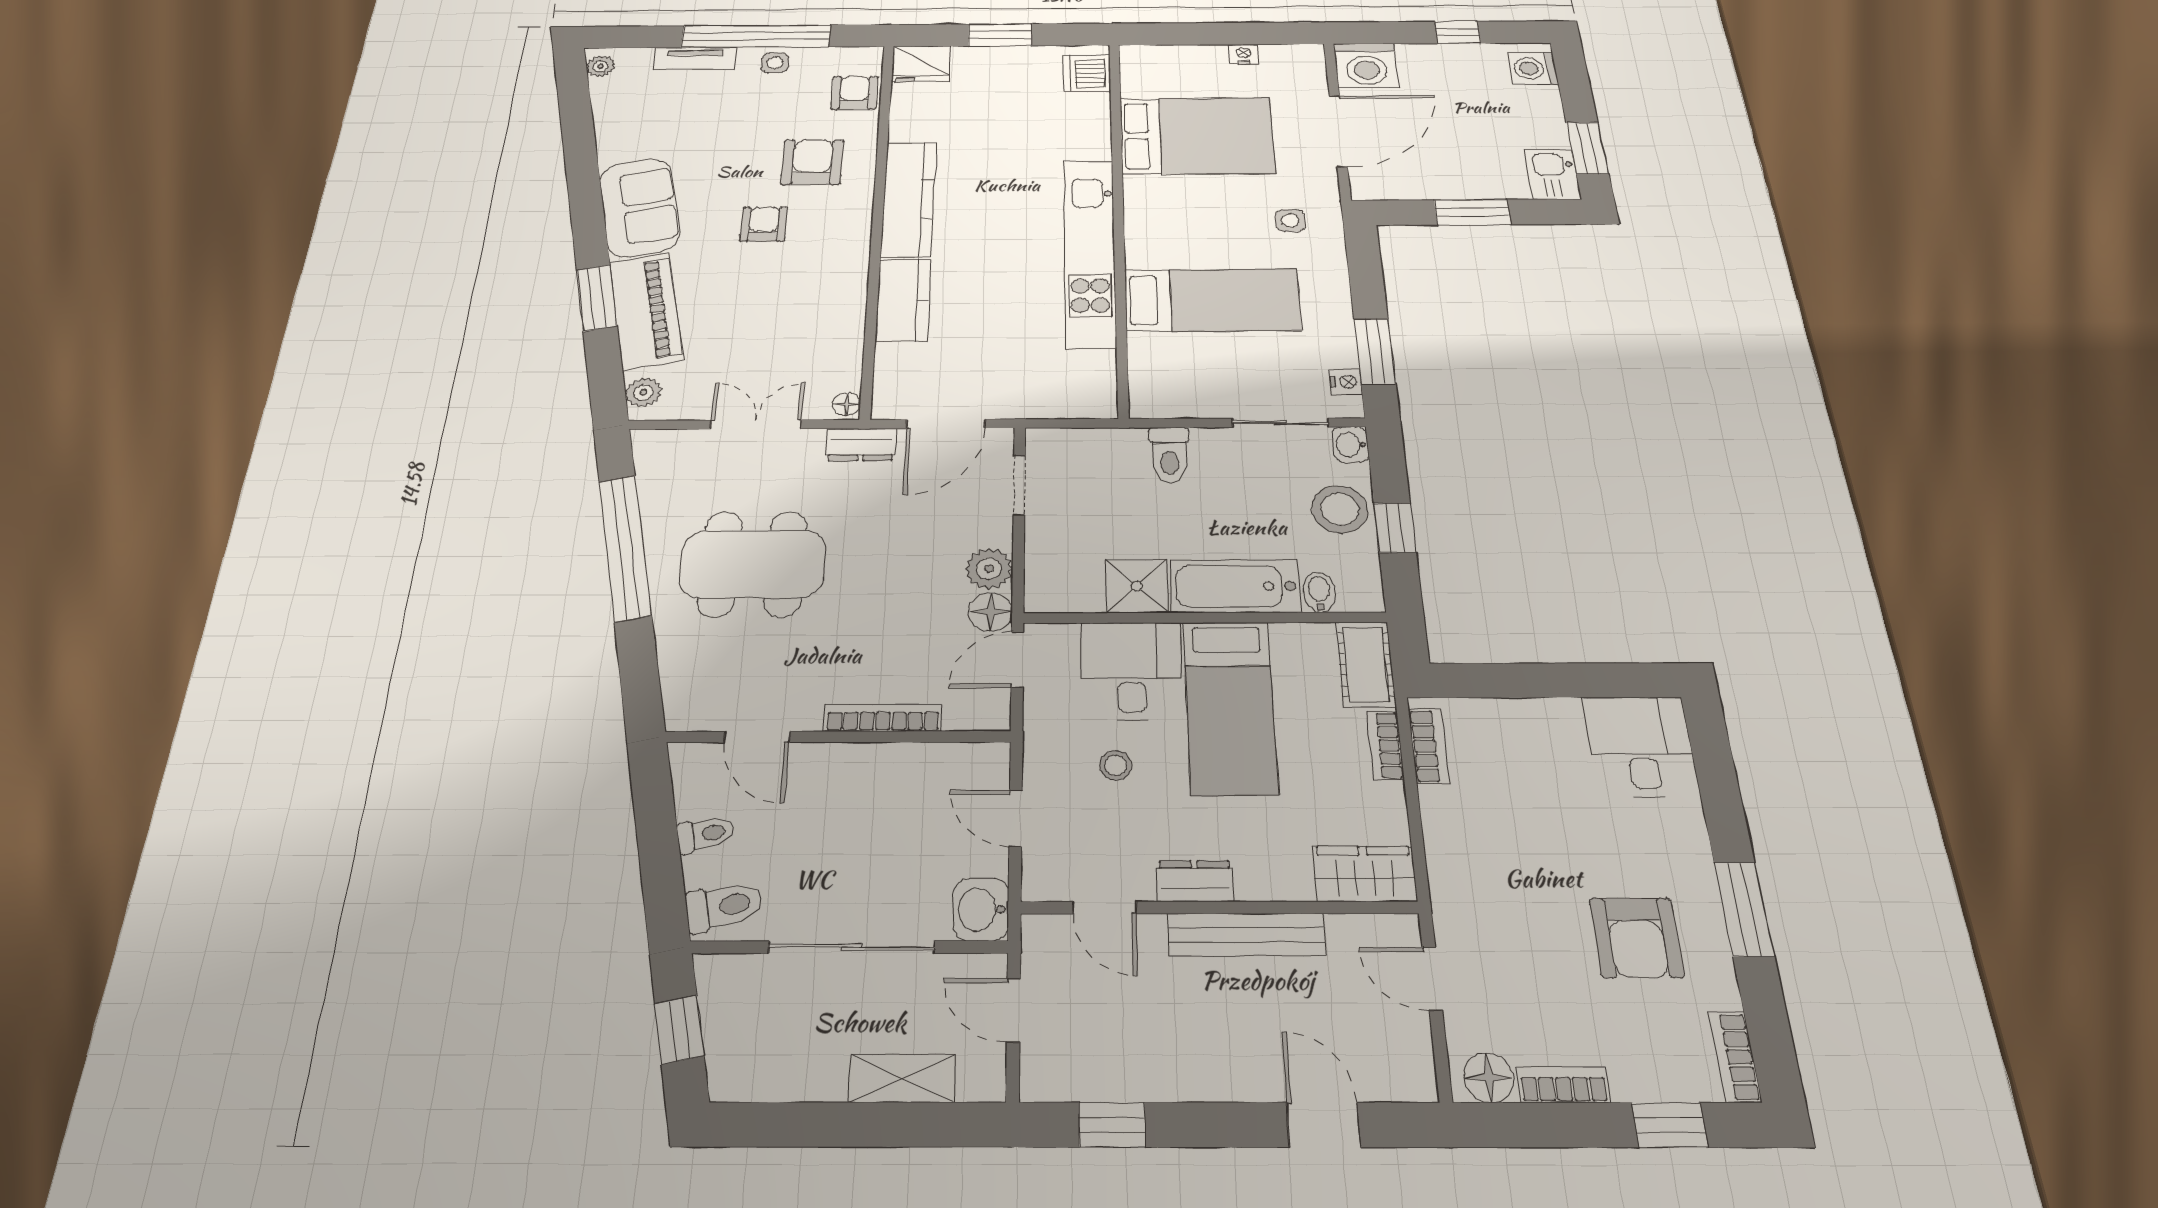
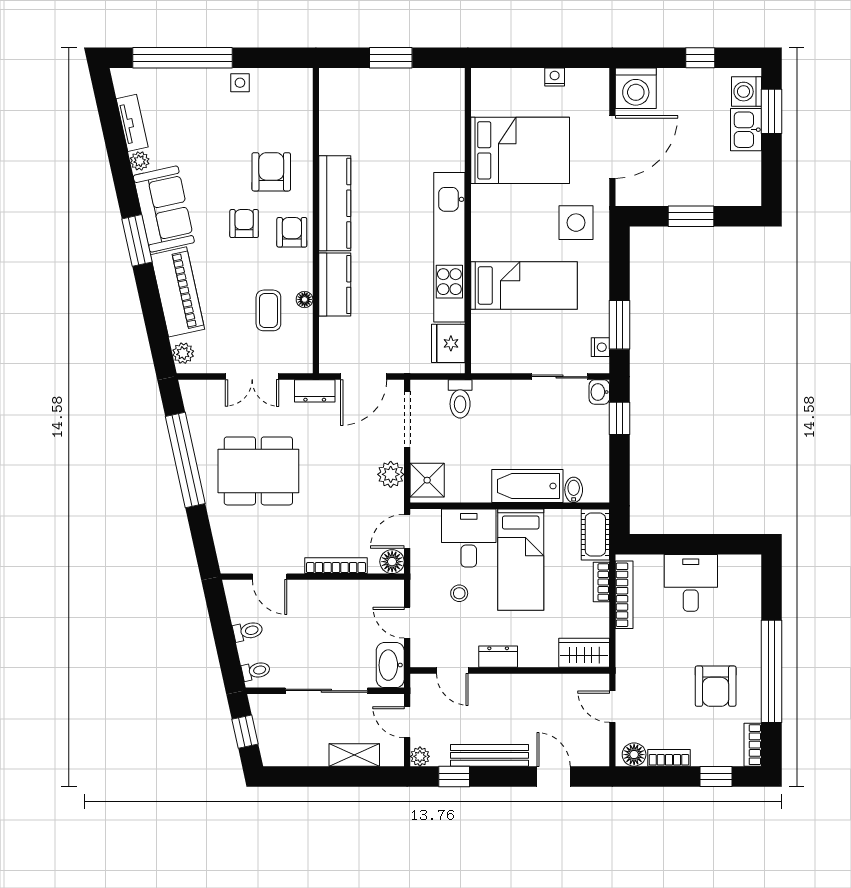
window: (756, 36) -> (182, 58), moved
tv unit: (694, 58) -> (132, 123), moved, turned -102
fridge: (921, 64) -> (448, 343), moved, turned 90
plant: (601, 66) -> (140, 161), moved
dishwasher: (1087, 73) -> (449, 94), removed
armchair: (855, 93) -> (292, 232), moved
window: (1587, 148) -> (772, 111), moved
kitchen sink: (1553, 174) -> (746, 130), moved
side table: (1290, 221) -> (576, 223), width x1.87, depth x1.87
window: (597, 298) -> (137, 240), moved
coffee table: (792, 334) -> (268, 310), added
floor lamp: (847, 404) -> (305, 299), moved
double door: (756, 424) -> (252, 377), swing flipped
toilet: (1169, 455) -> (460, 399), moved
doorway: (1019, 485) -> (407, 419), width x1.38
stool: (1340, 509) -> (589, 436), removed
window: (1395, 528) -> (619, 418), moved
shower: (1137, 586) -> (427, 480), moved
floor lamp: (990, 612) -> (392, 562), moved
bookcase: (1429, 746) -> (624, 595), width x1.56
desk: (1640, 746) -> (691, 583), moved
toilet: (724, 906) -> (256, 671), width x0.73, depth x0.72
washbasin: (981, 909) -> (390, 665), width x1.38
window: (1744, 909) -> (772, 671), width x2.11
bench: (1246, 935) -> (489, 755), moved
plant: (1040, 1082) -> (420, 756), added

